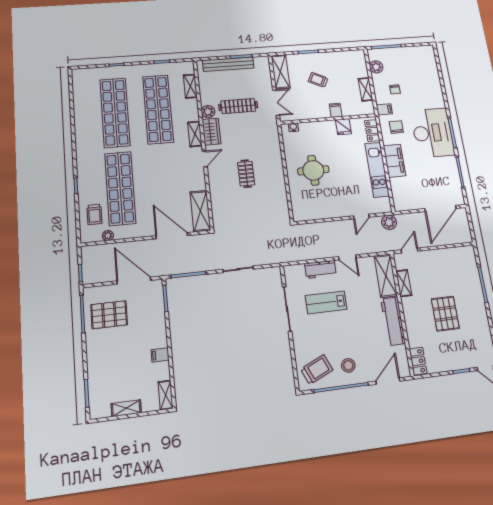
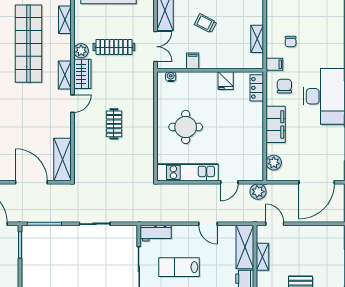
plant: (376, 67) -> (274, 163), moved
filing cabinet: (336, 110) -> (193, 61), moved
kitchen unit: (377, 170) -> (187, 172), moved, turned 90
door: (409, 251) -> (275, 224), hinge flipped
workbench: (320, 269) -> (156, 233), moved

